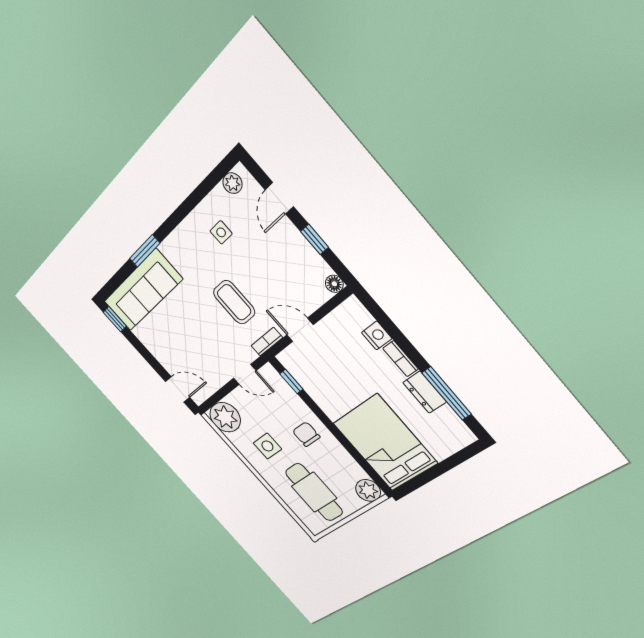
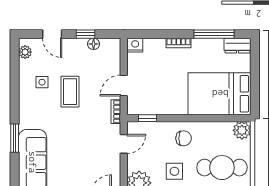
floor lamp: (334, 284) -> (94, 44), moved
coffee table: (234, 302) -> (70, 92), moved, turned 90
nightstand: (377, 336) -> (135, 45), moved
dresser: (425, 392) -> (238, 46), moved
chair: (306, 434) -> (184, 138), turned 180

